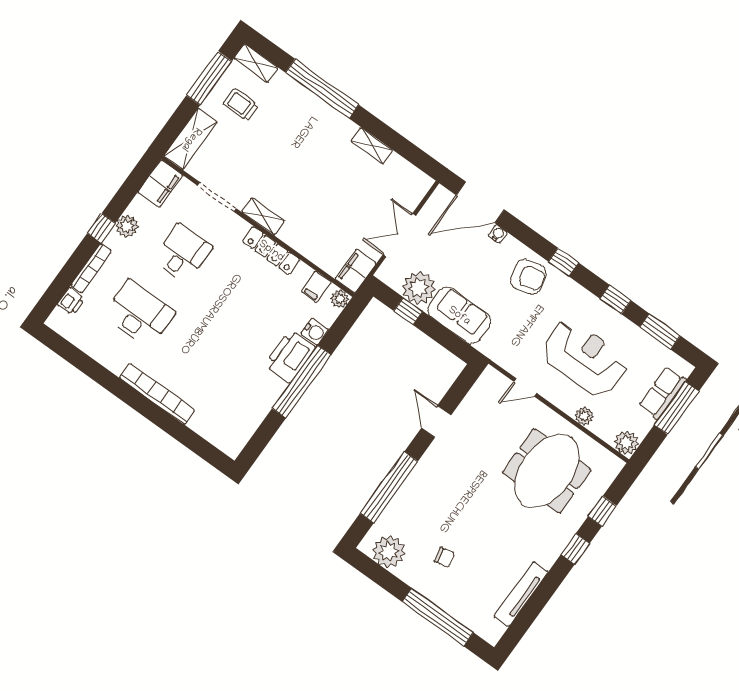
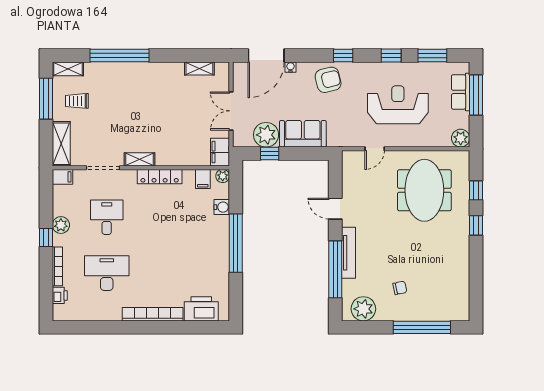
shelving: (372, 146) -> (199, 68), moved
filing cabinet: (160, 184) -> (62, 177), width x0.50
printer: (290, 356) -> (201, 309), moved, turned 90
plant: (584, 416) -> (423, 140), removed
tv unit: (521, 594) -> (349, 253), moved, turned 180

